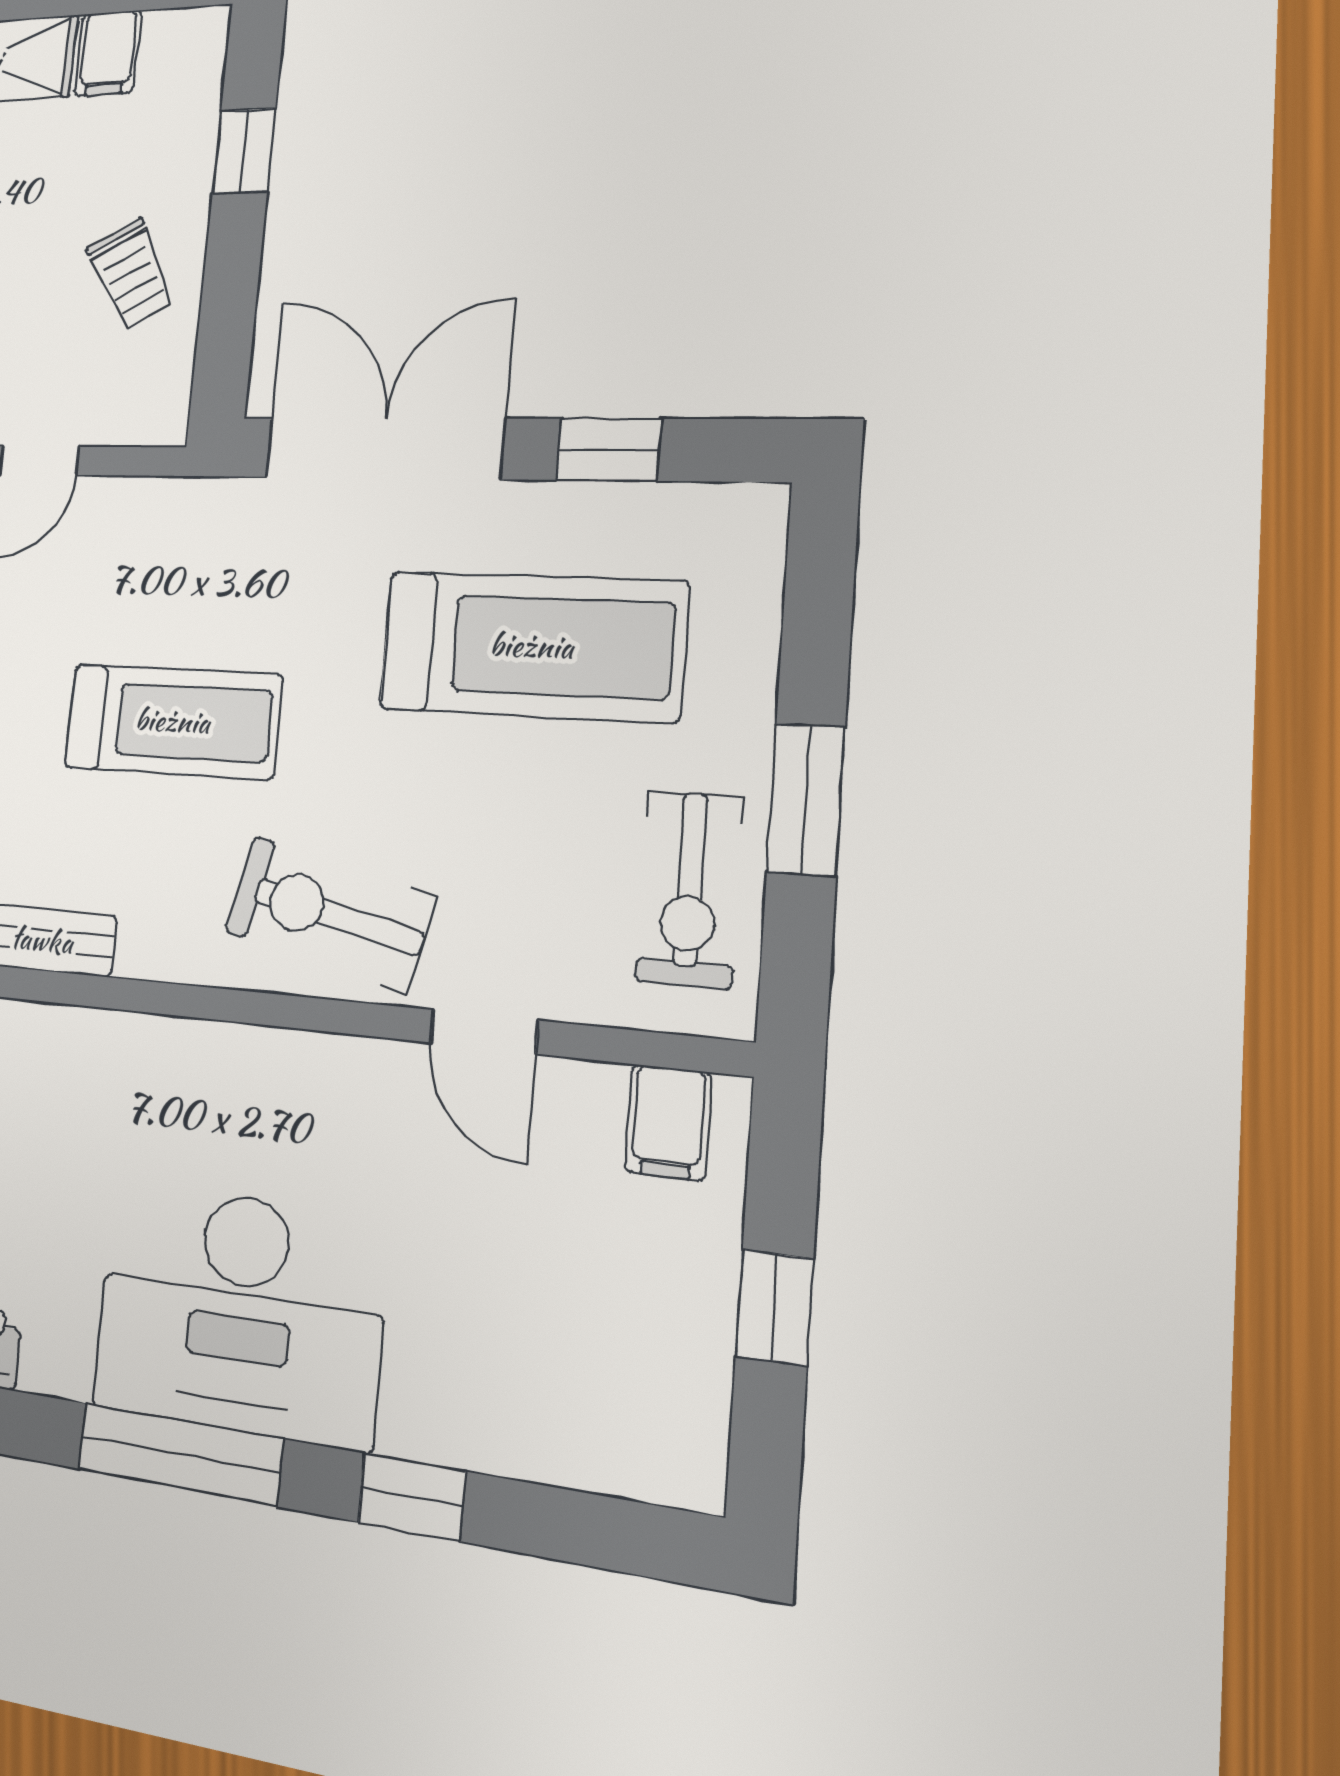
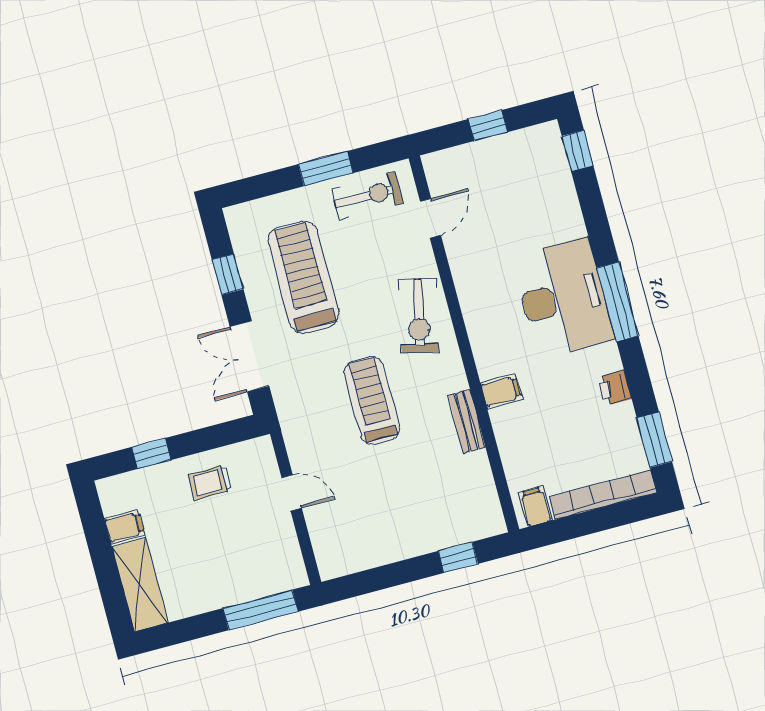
trolley: (131, 275) -> (210, 482), turned -151
double door: (383, 448) -> (249, 356), width x0.73
door: (484, 1032) -> (431, 218), moved
filing cabinet: (668, 1122) -> (501, 391), moved
window: (412, 1497) -> (577, 151), moved

